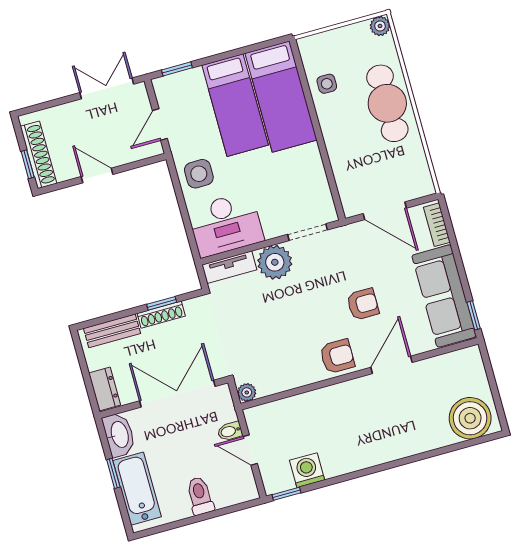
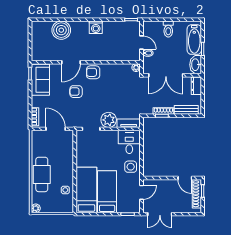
door: (97, 175) -> (185, 178), moved
desk: (226, 224) -> (129, 142), width x0.73
sofa: (444, 296) -> (40, 80), width x0.73
boiler: (470, 418) -> (61, 30), moved
washing machine: (307, 470) -> (96, 27), moved

